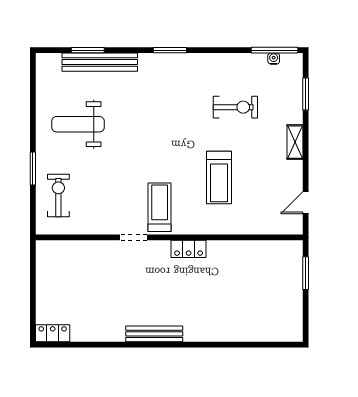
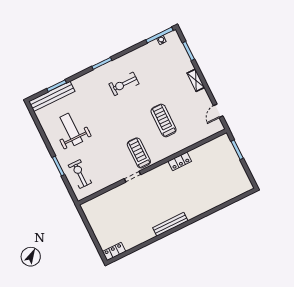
bench: (100, 62) -> (52, 96), moved
exercise bike: (235, 107) -> (124, 84), moved, turned 180
weight bench: (78, 124) -> (71, 129), turned 90
treadmill: (219, 178) -> (164, 120), turned 180
locker: (189, 249) -> (180, 161), moved

